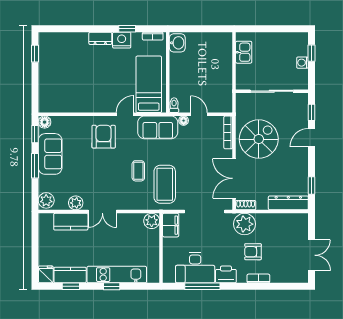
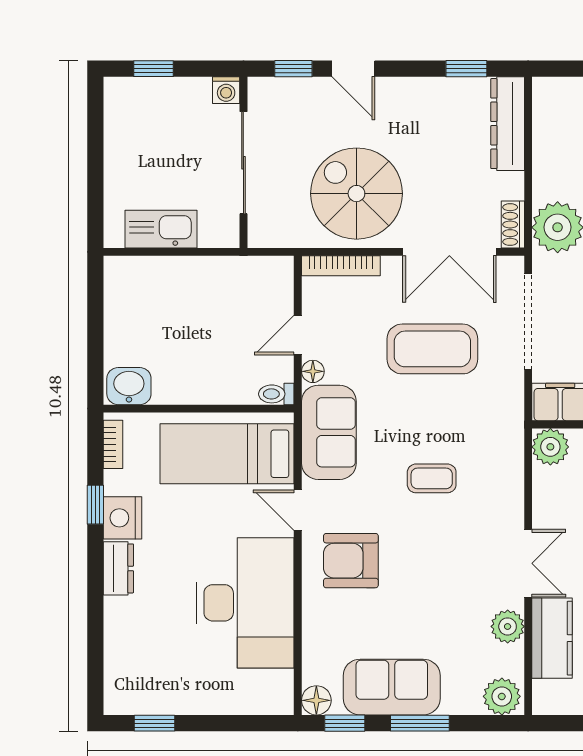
kitchen sink: (244, 52) -> (161, 229), width x1.38
washing machine: (302, 63) -> (226, 90), moved
desk: (86, 92) -> (245, 603), added
coffee table: (165, 184) -> (432, 349), moved

